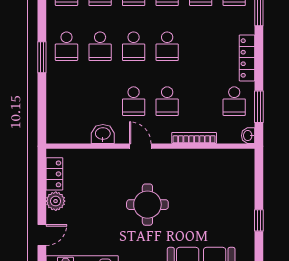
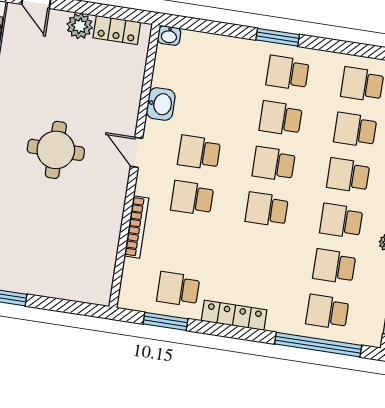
washbasin: (248, 136) -> (169, 36), moved, turned 180
door: (140, 146) -> (137, 152), swing flipped

